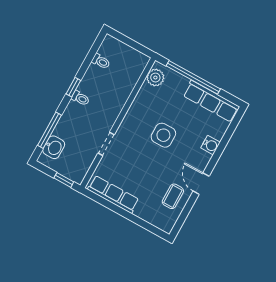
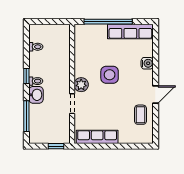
plant: (155, 78) -> (81, 85), moved
washbasin: (54, 147) -> (36, 95), moved
door: (201, 184) -> (156, 95), swing flipped

